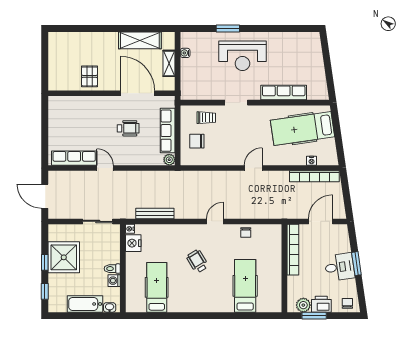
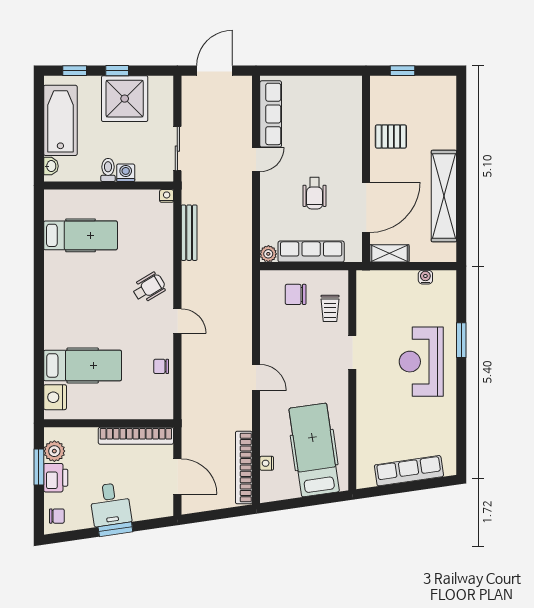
shelving: (140, 40) -> (444, 196), width x1.47
shelving: (169, 63) -> (389, 253), moved
window: (45, 68) -> (402, 71), added
row of seats: (284, 93) -> (409, 471), moved, turned -98
chair: (197, 141) -> (296, 294), turned -90
nightstand: (133, 243) -> (55, 397), moved, turned -90
wheelchair: (197, 261) -> (149, 288), moved
washing machine: (114, 281) -> (126, 173), moved
bathtub: (85, 304) -> (60, 120), width x1.36, depth x1.36

